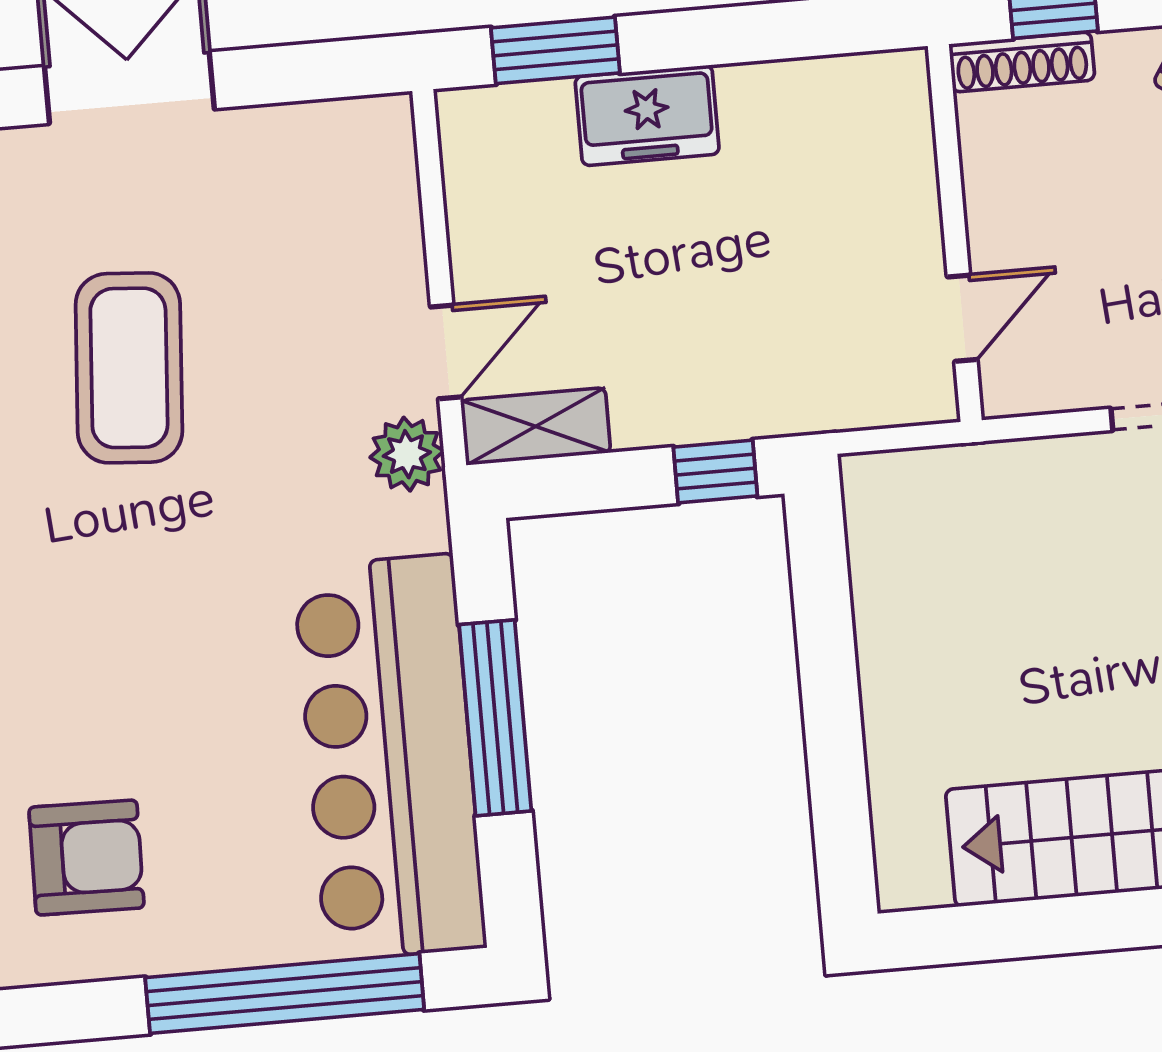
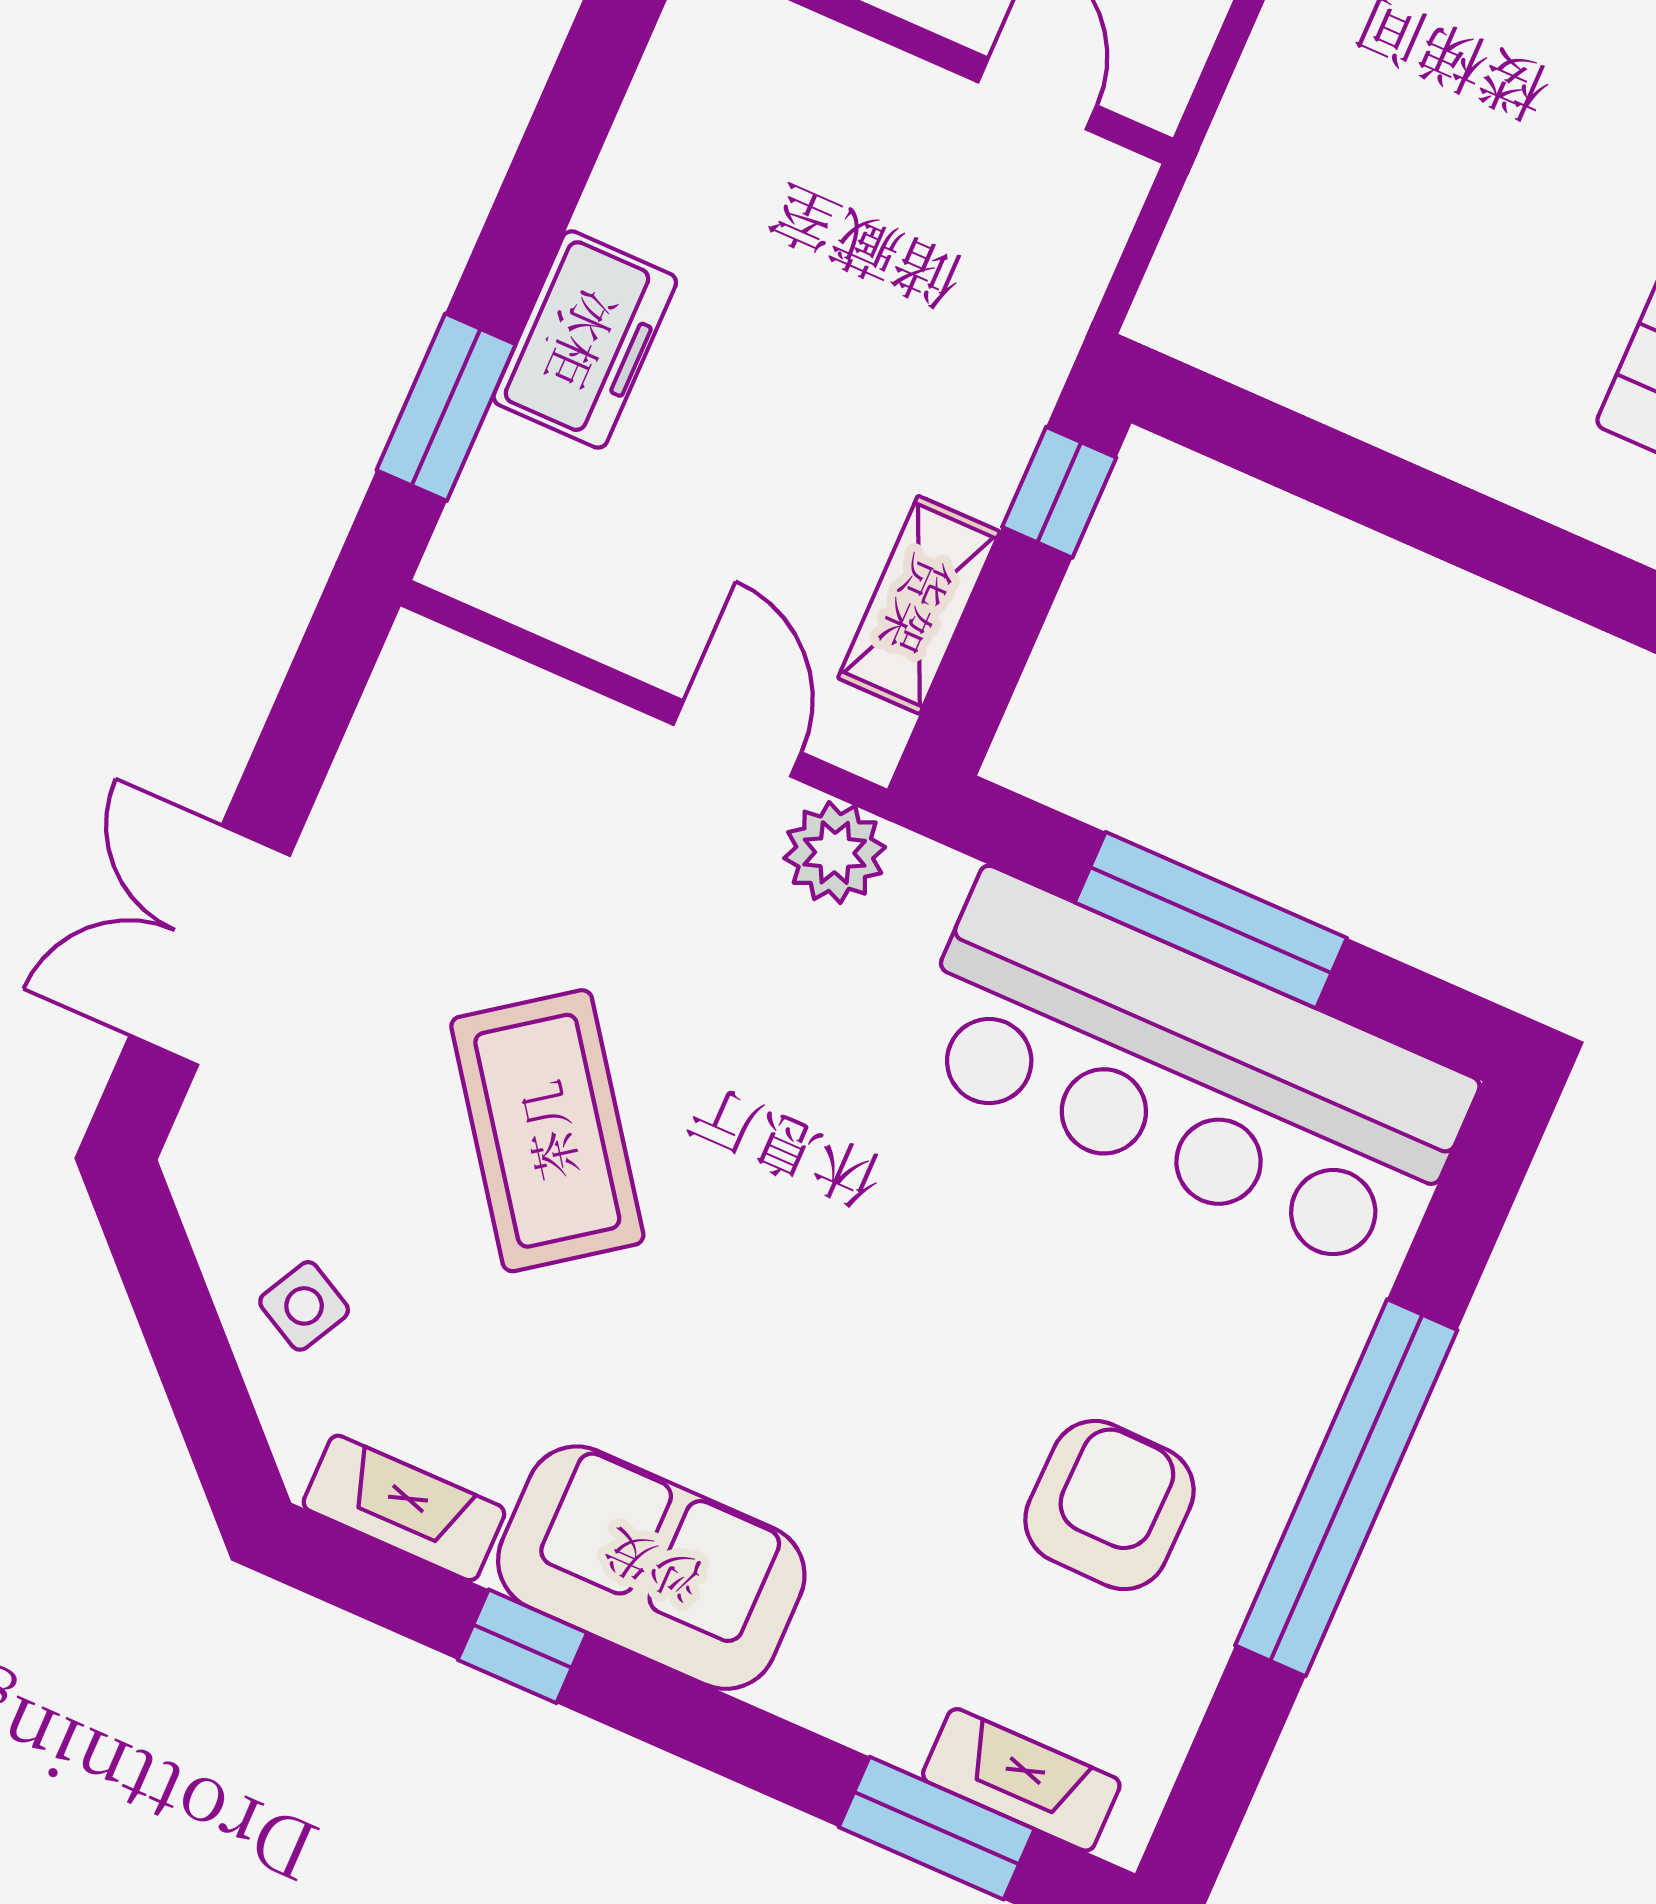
coffee table: (129, 368) -> (547, 1131), turned 50
shelving: (536, 426) -> (919, 605), moved
window: (285, 994) -> (1346, 1488), moved

